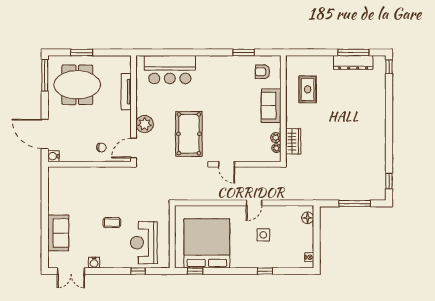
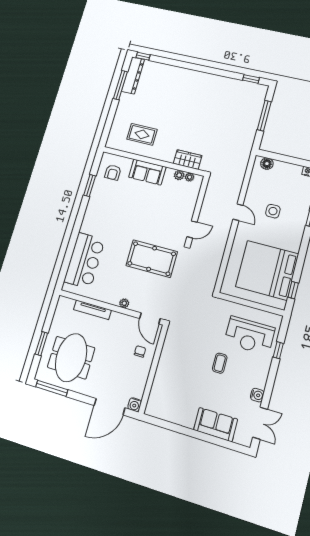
dresser: (353, 62) -> (133, 75), moved
plant: (145, 124) -> (124, 303), width x0.53, depth x0.53

